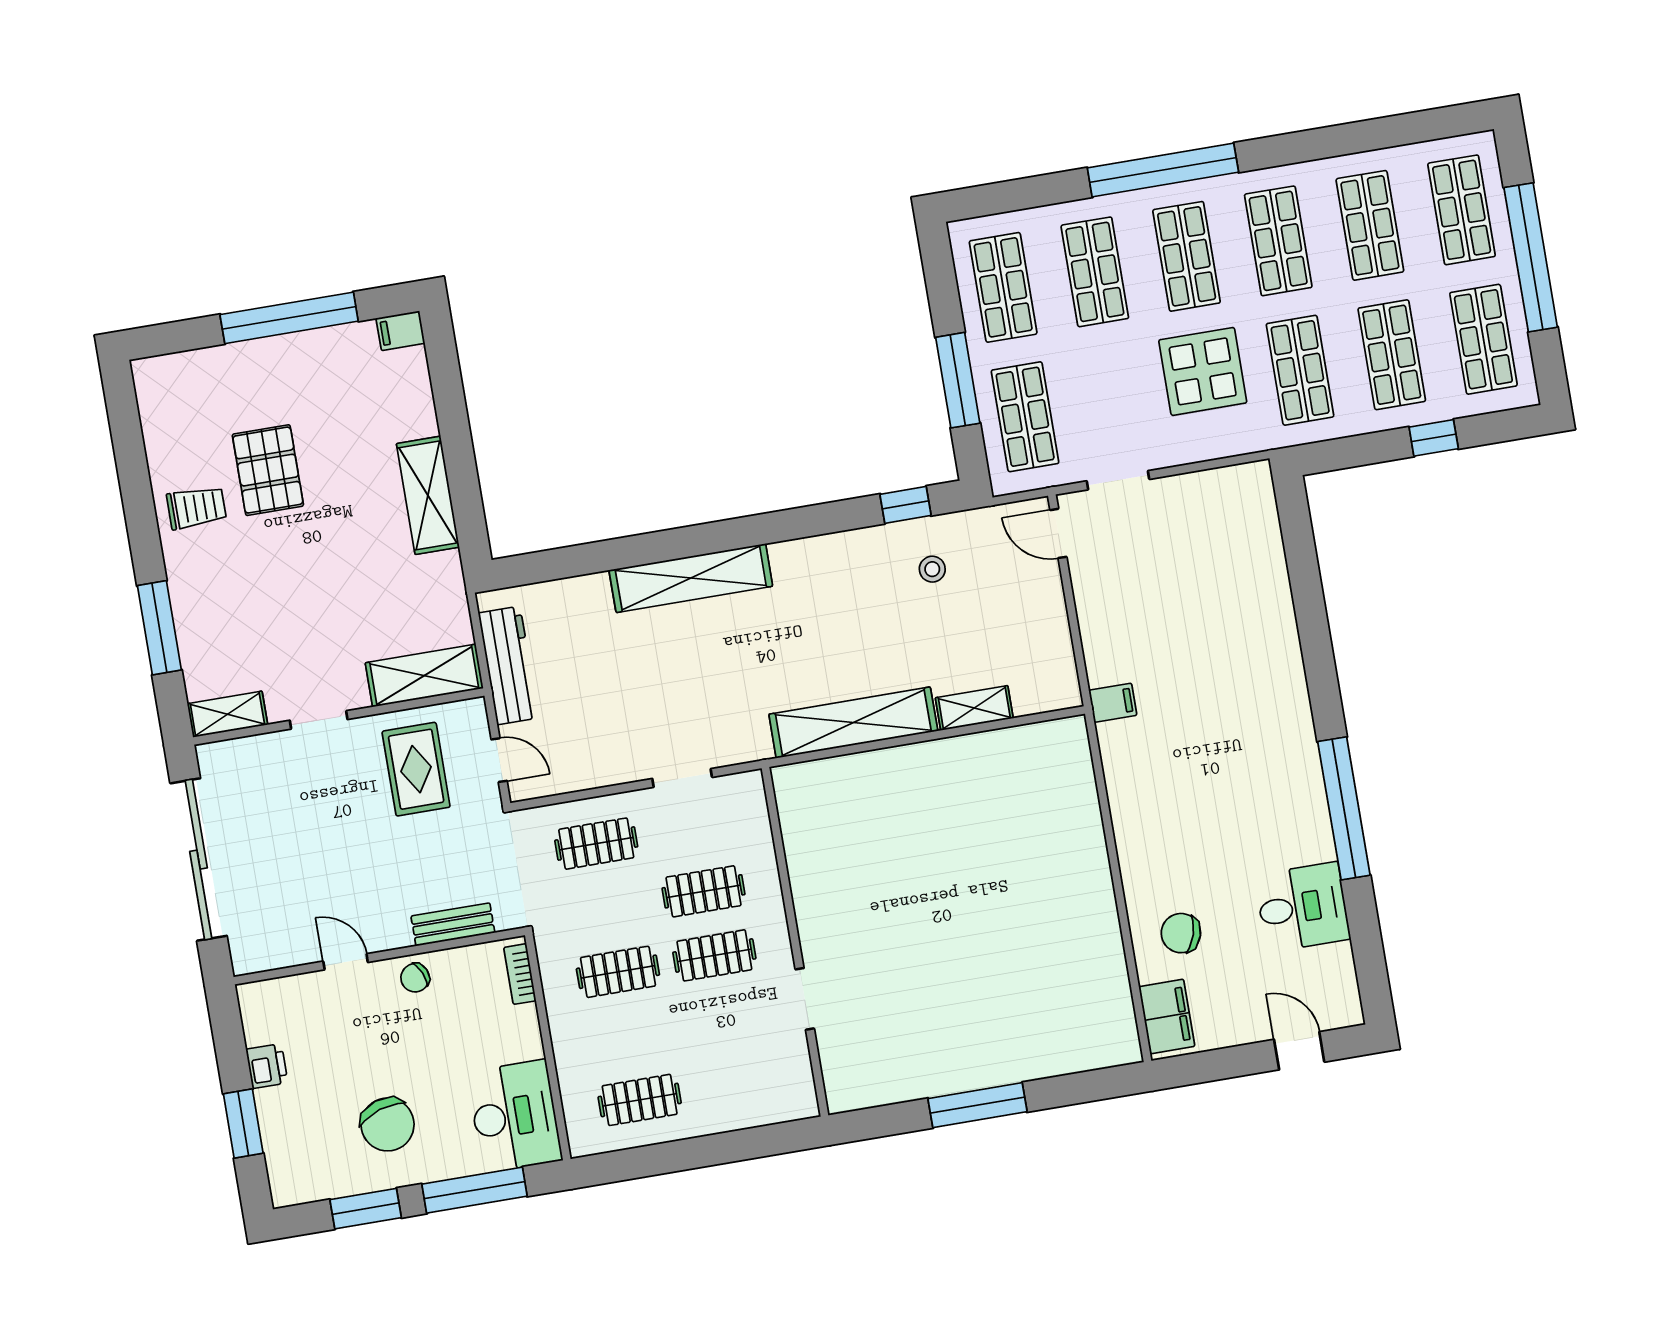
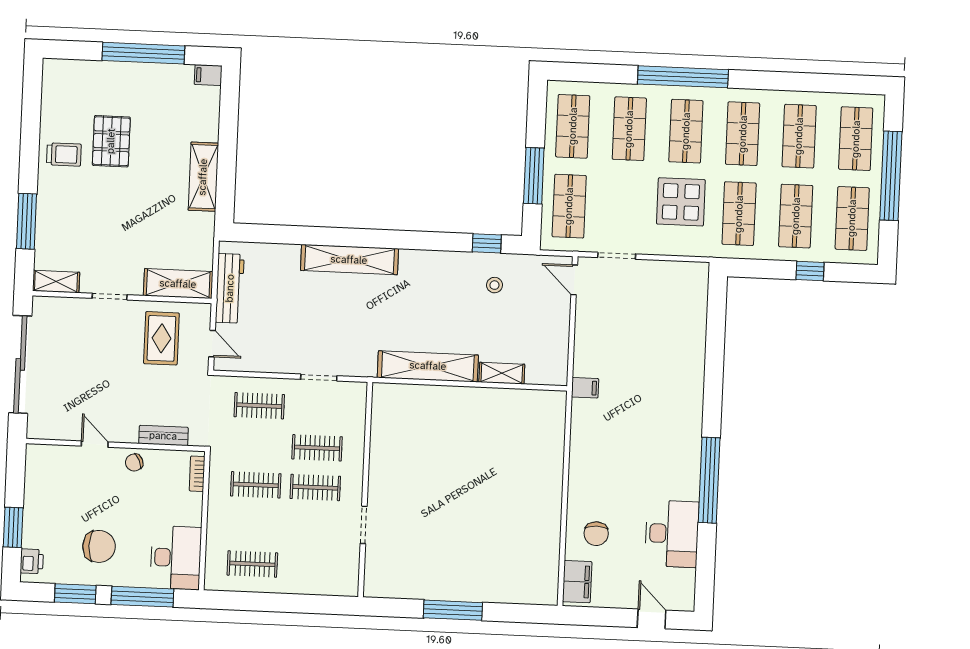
desk: (1302, 907) -> (672, 534), width x1.37
chair: (1181, 933) -> (596, 534), turned -107
printer: (267, 1066) -> (32, 561), moved
chair: (388, 1125) -> (99, 546), turned -72

